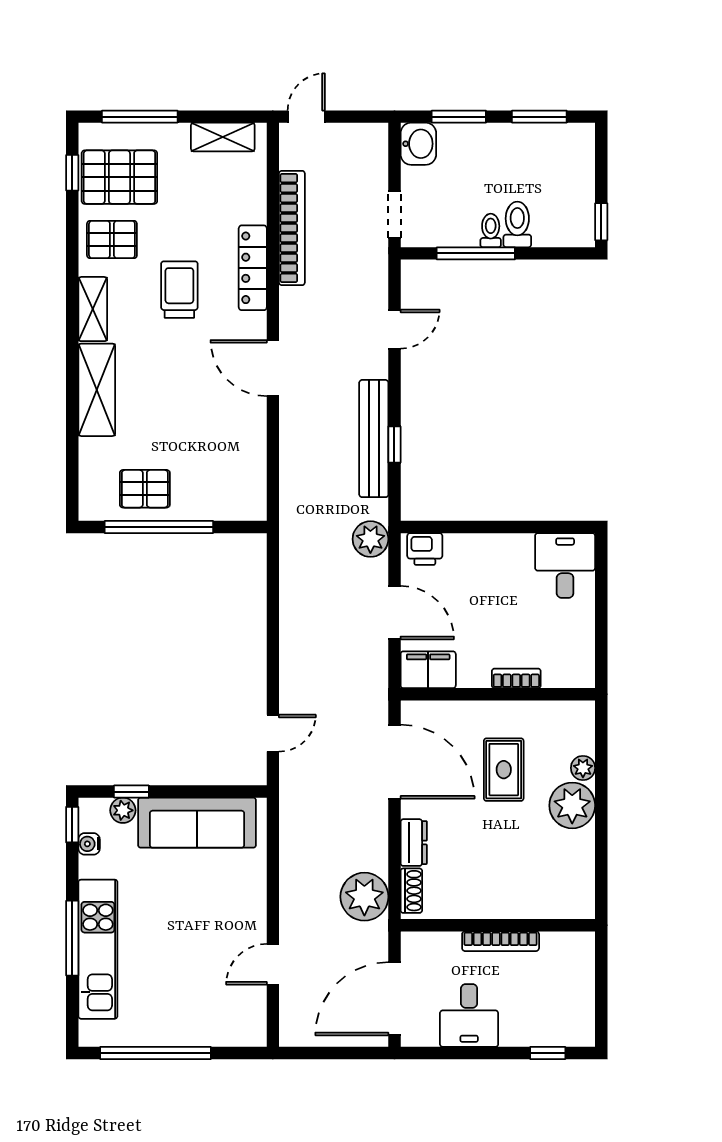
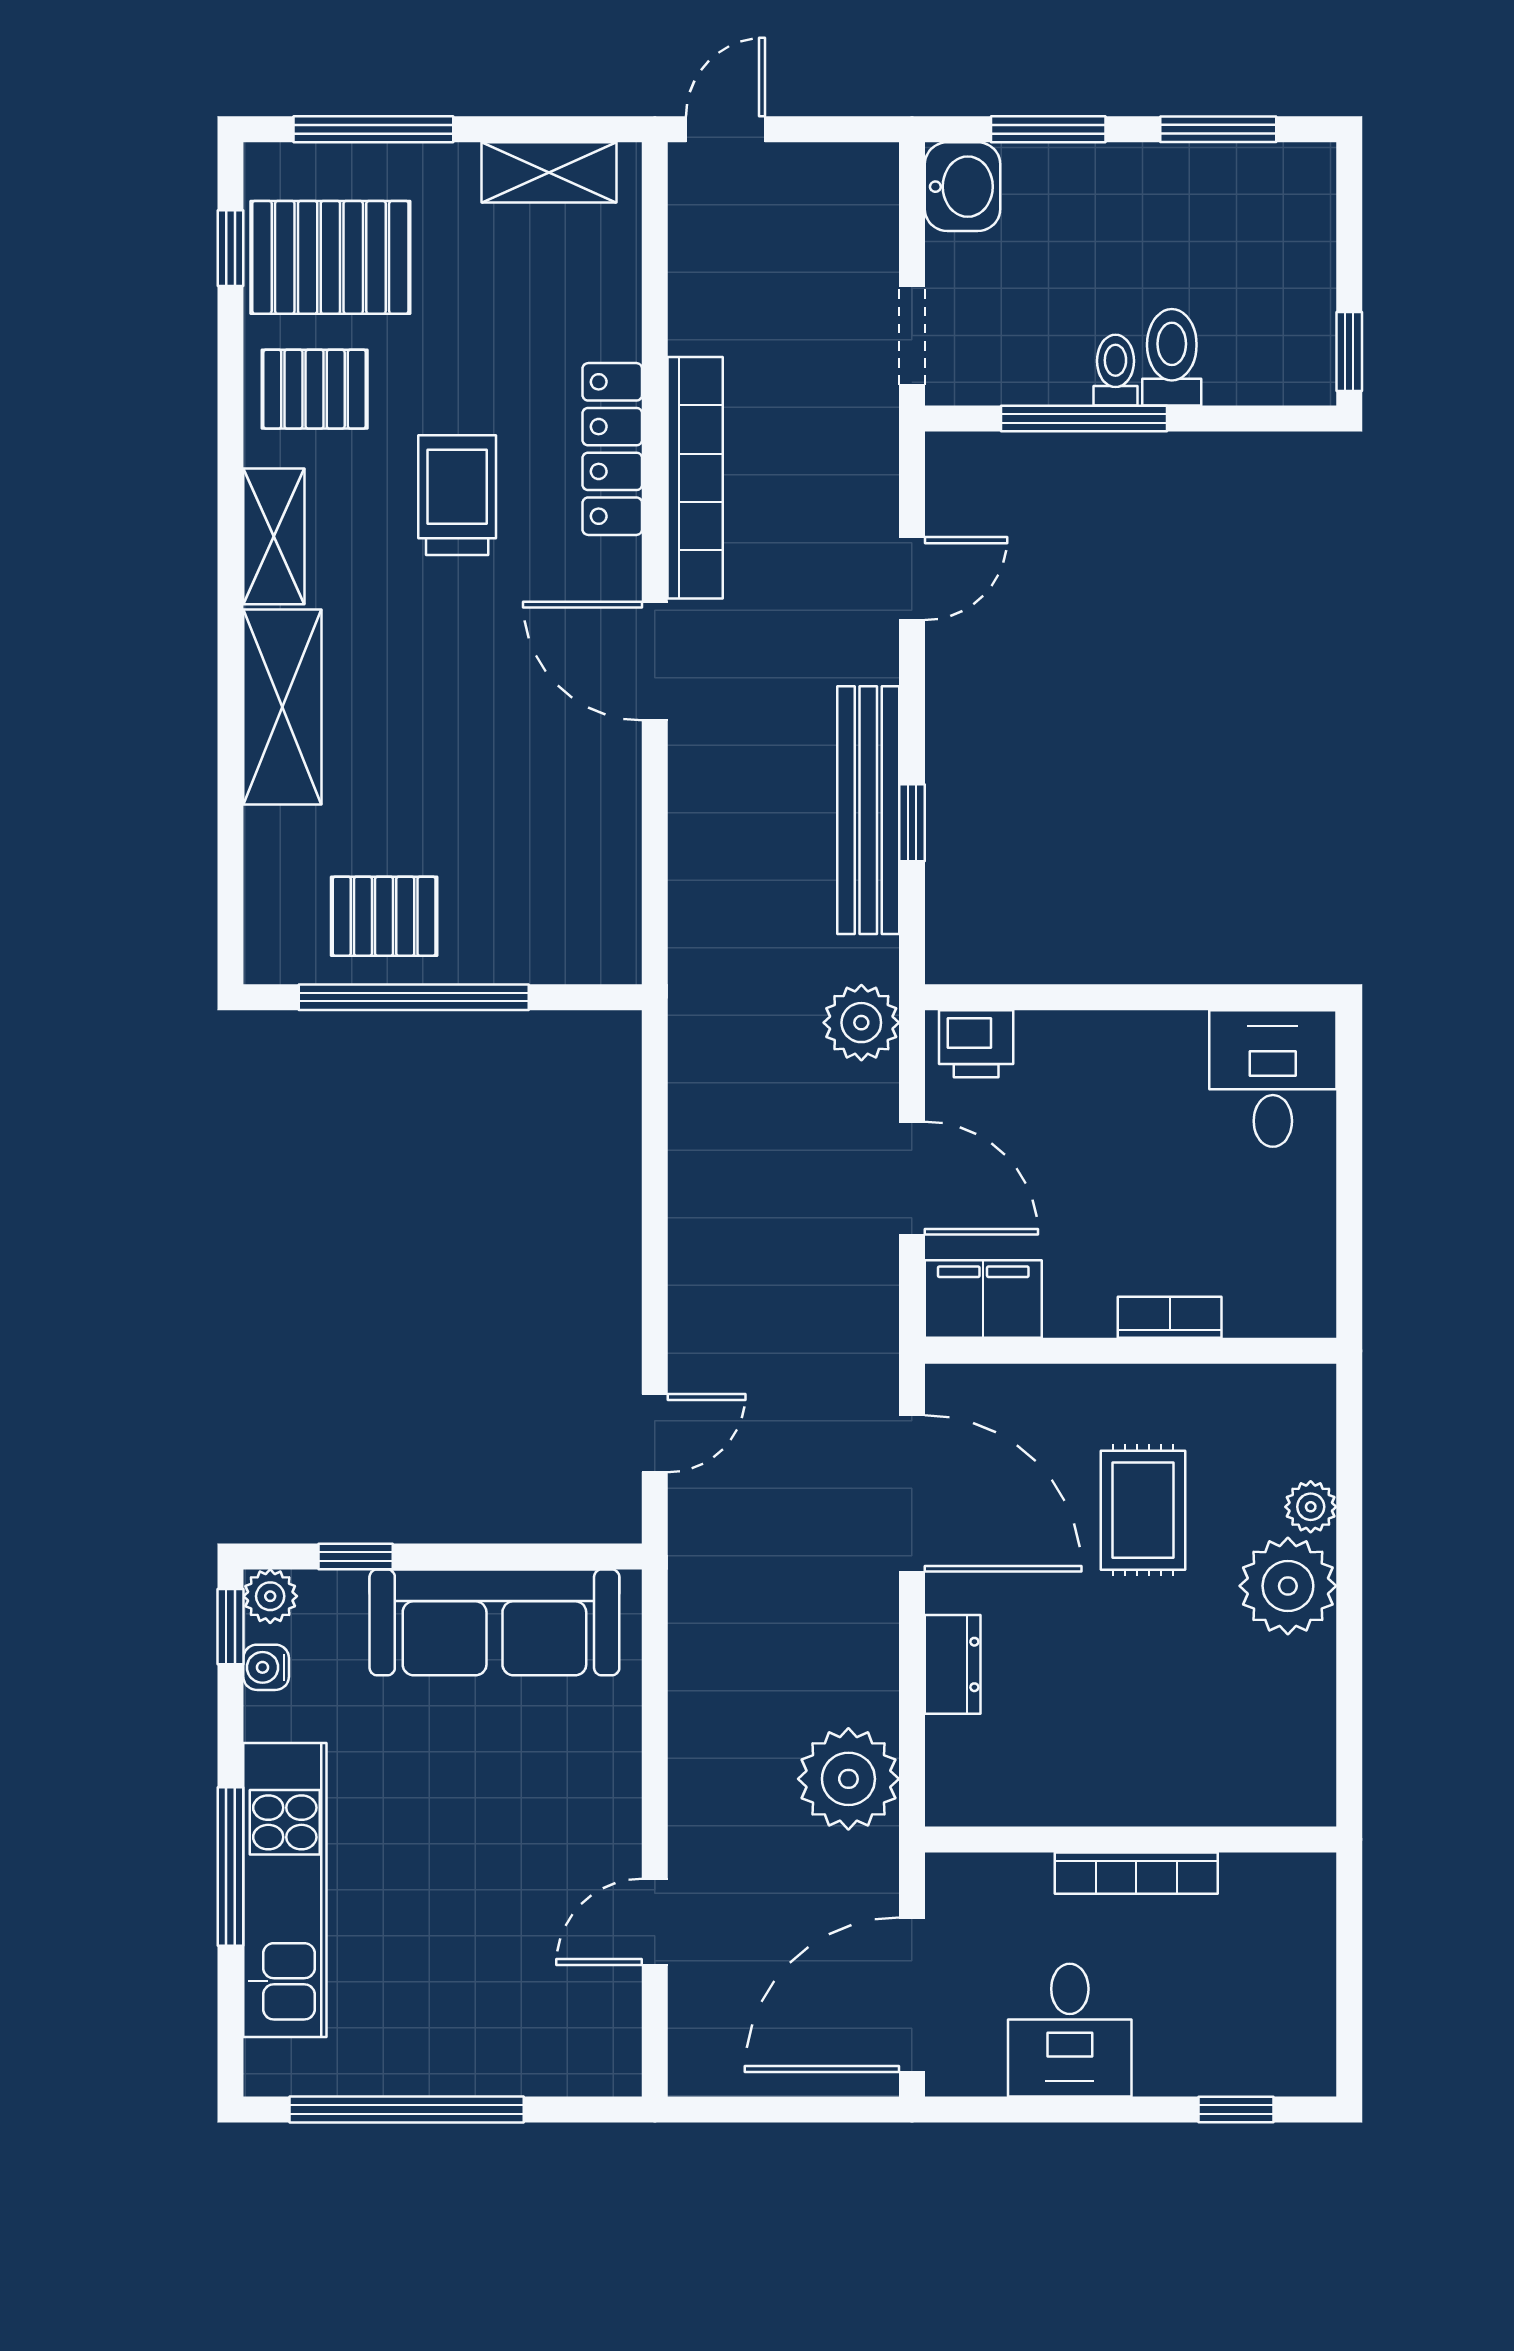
bookcase: (292, 228) -> (695, 478), moved
plant: (123, 810) -> (270, 1596), moved
shoe rack: (411, 891) -> (948, 1766), removed

